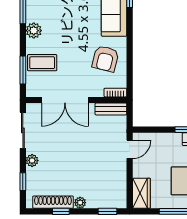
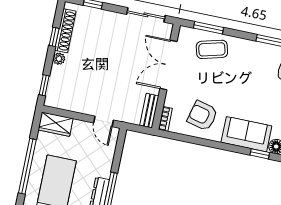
plant: (34, 31) -> (247, 48), removed
coffee table: (42, 63) -> (212, 49), turned 75
plant: (32, 160) -> (113, 18), removed

